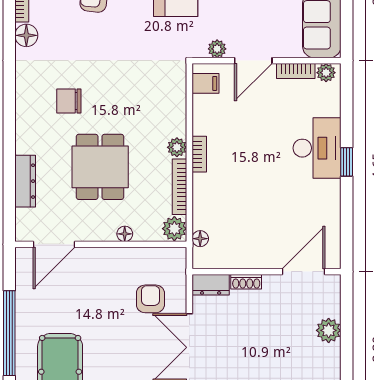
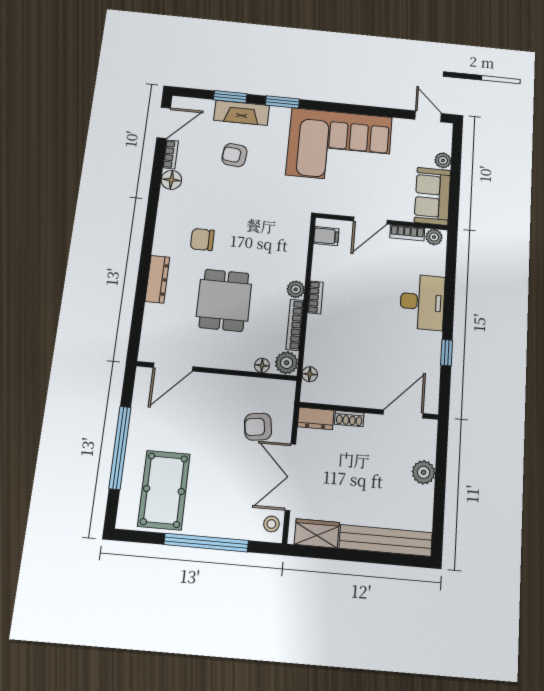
plant: (217, 49) -> (339, 207), removed
window: (347, 162) -> (447, 353), moved
dresser: (25, 181) -> (157, 279), moved
floor lamp: (125, 234) -> (262, 365), moved
armchair: (150, 299) -> (258, 427), turned -98

